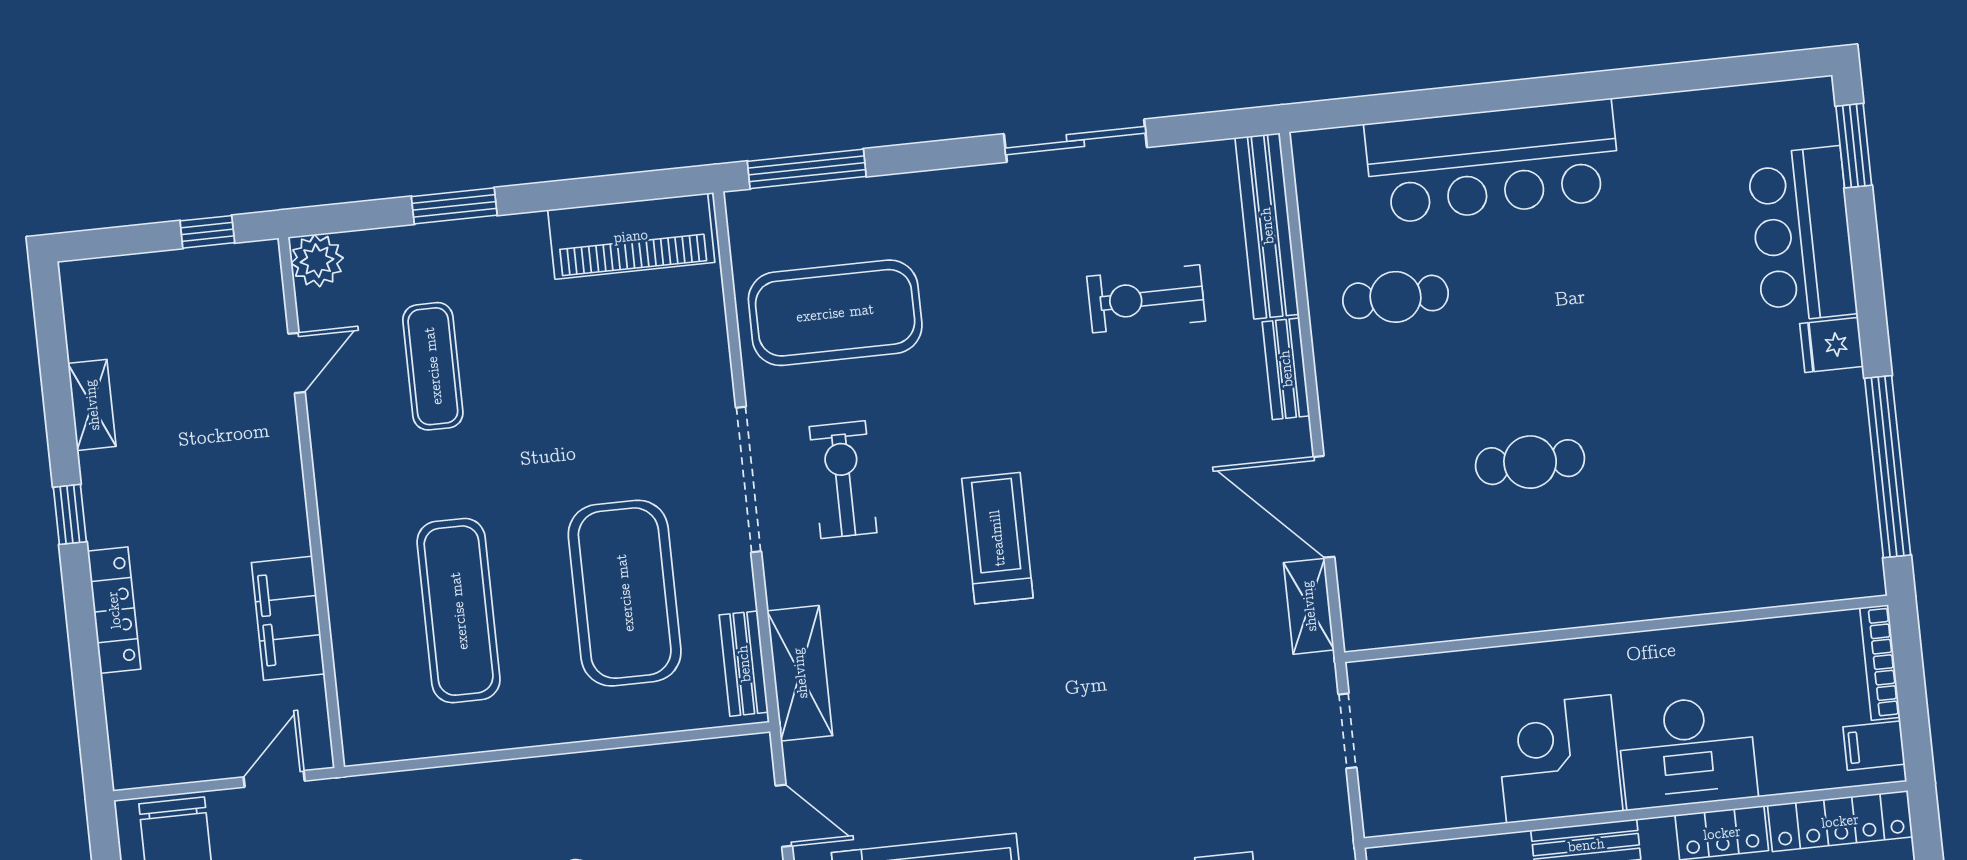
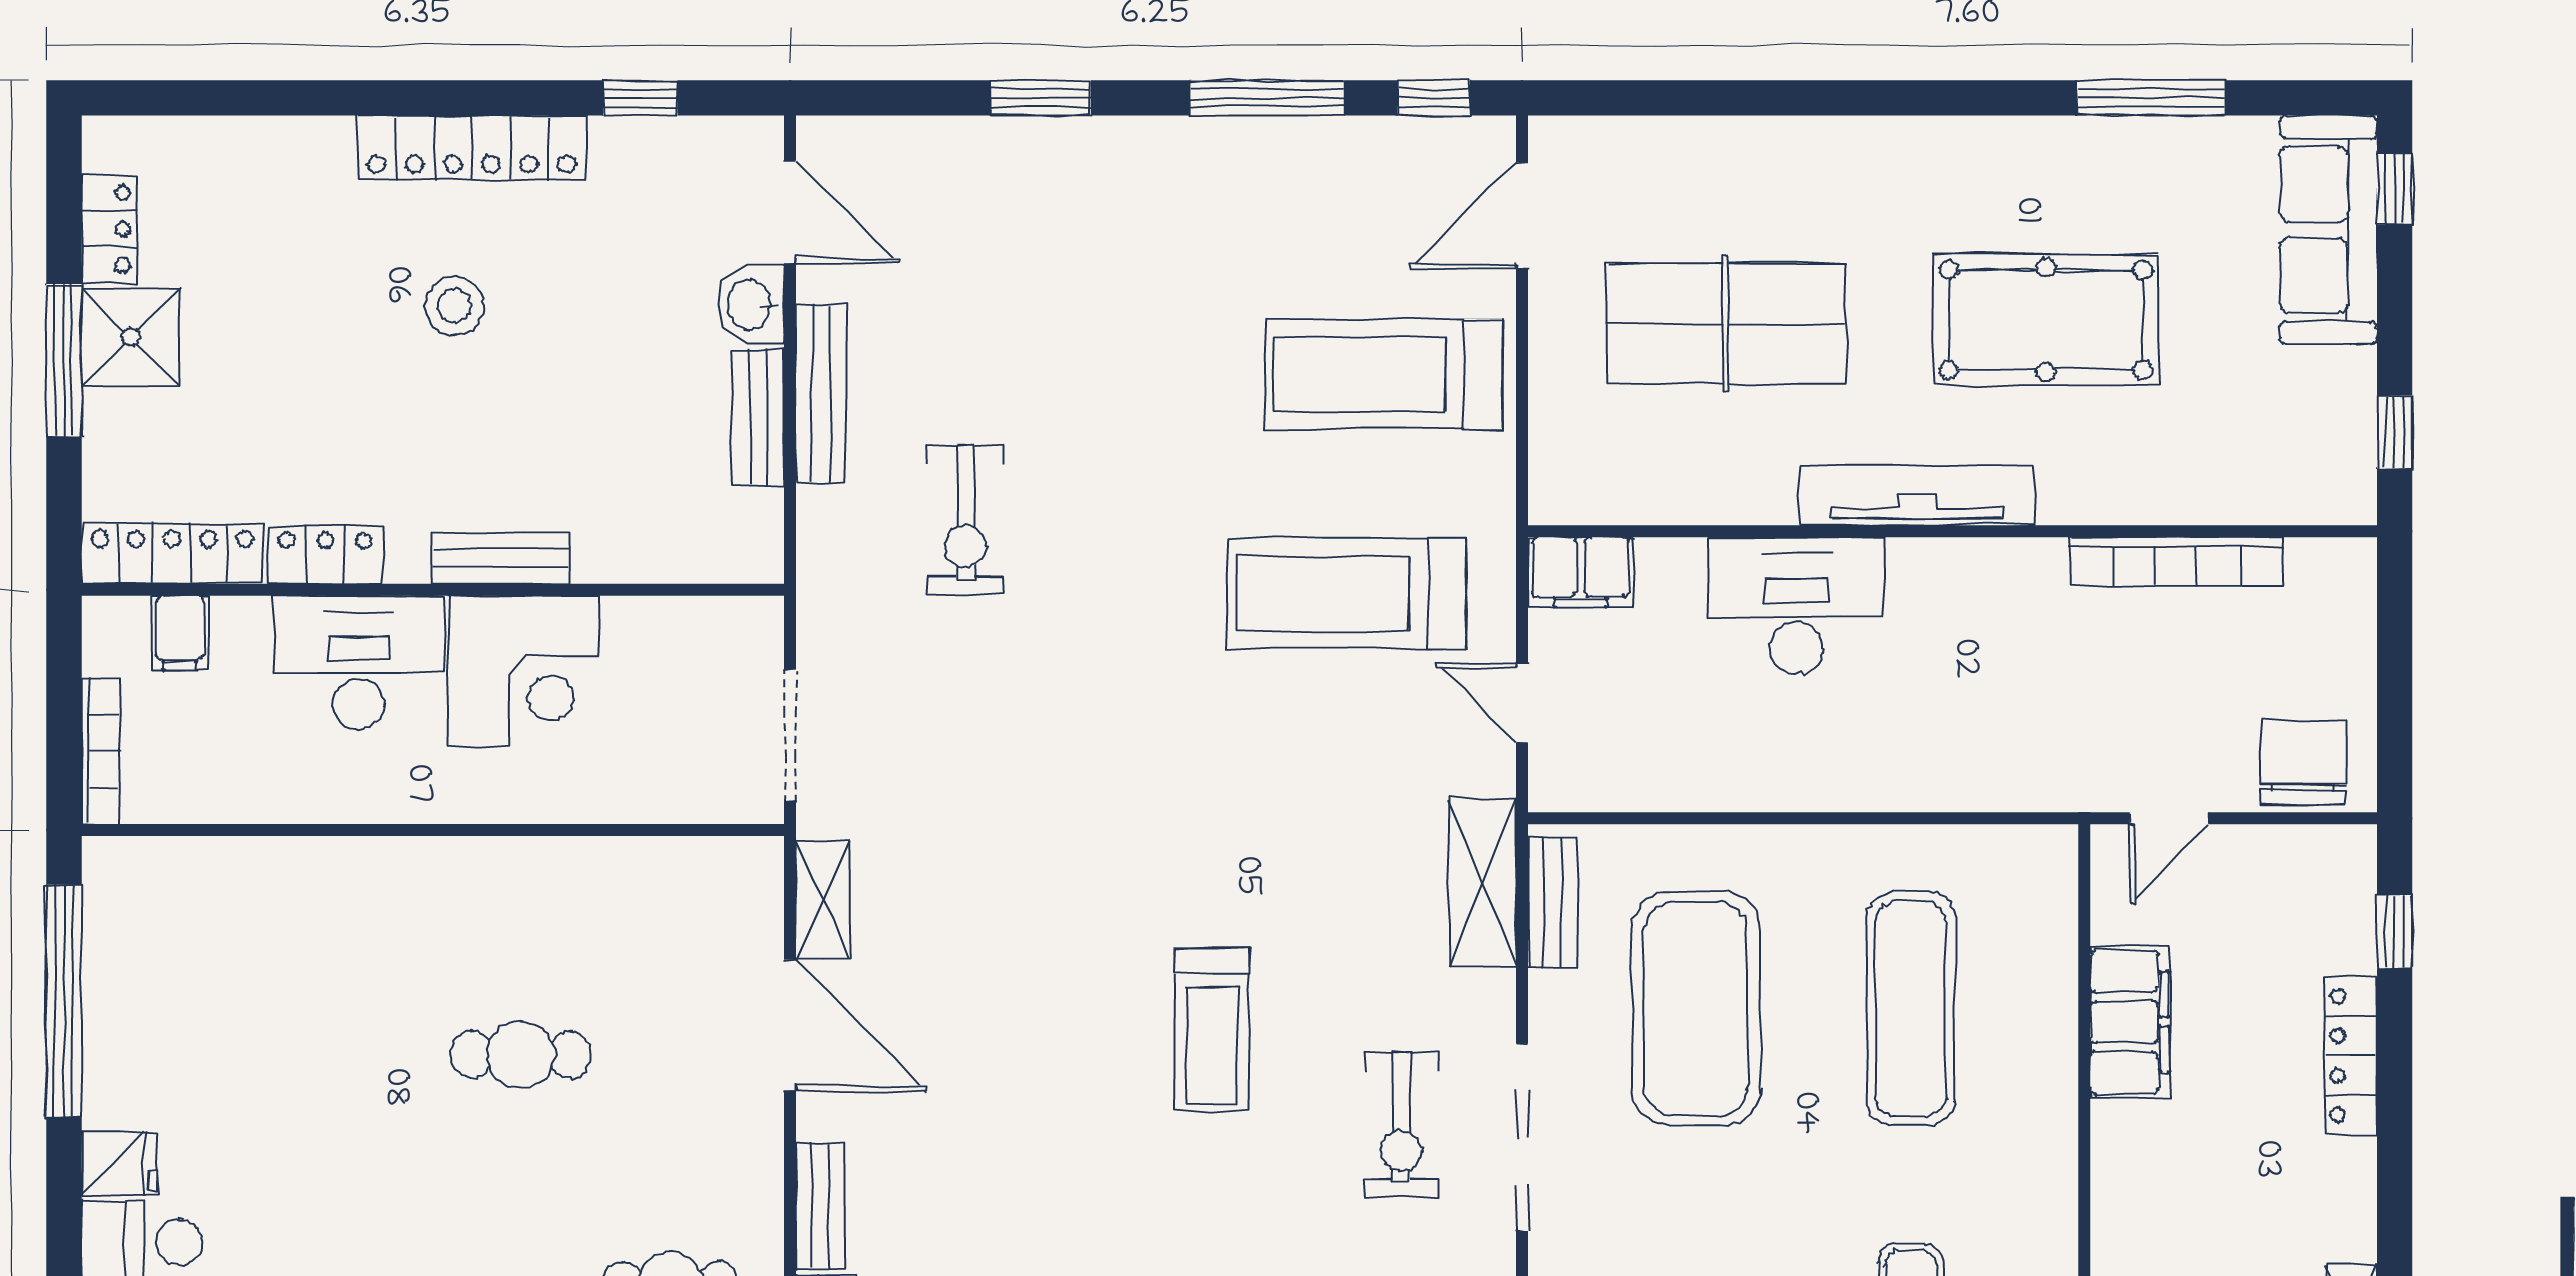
window: (70, 514) -> (2395, 932), moved
doorway: (1347, 731) -> (790, 736), width x1.38
filing cabinet: (1874, 746) -> (180, 633), moved, turned 90

